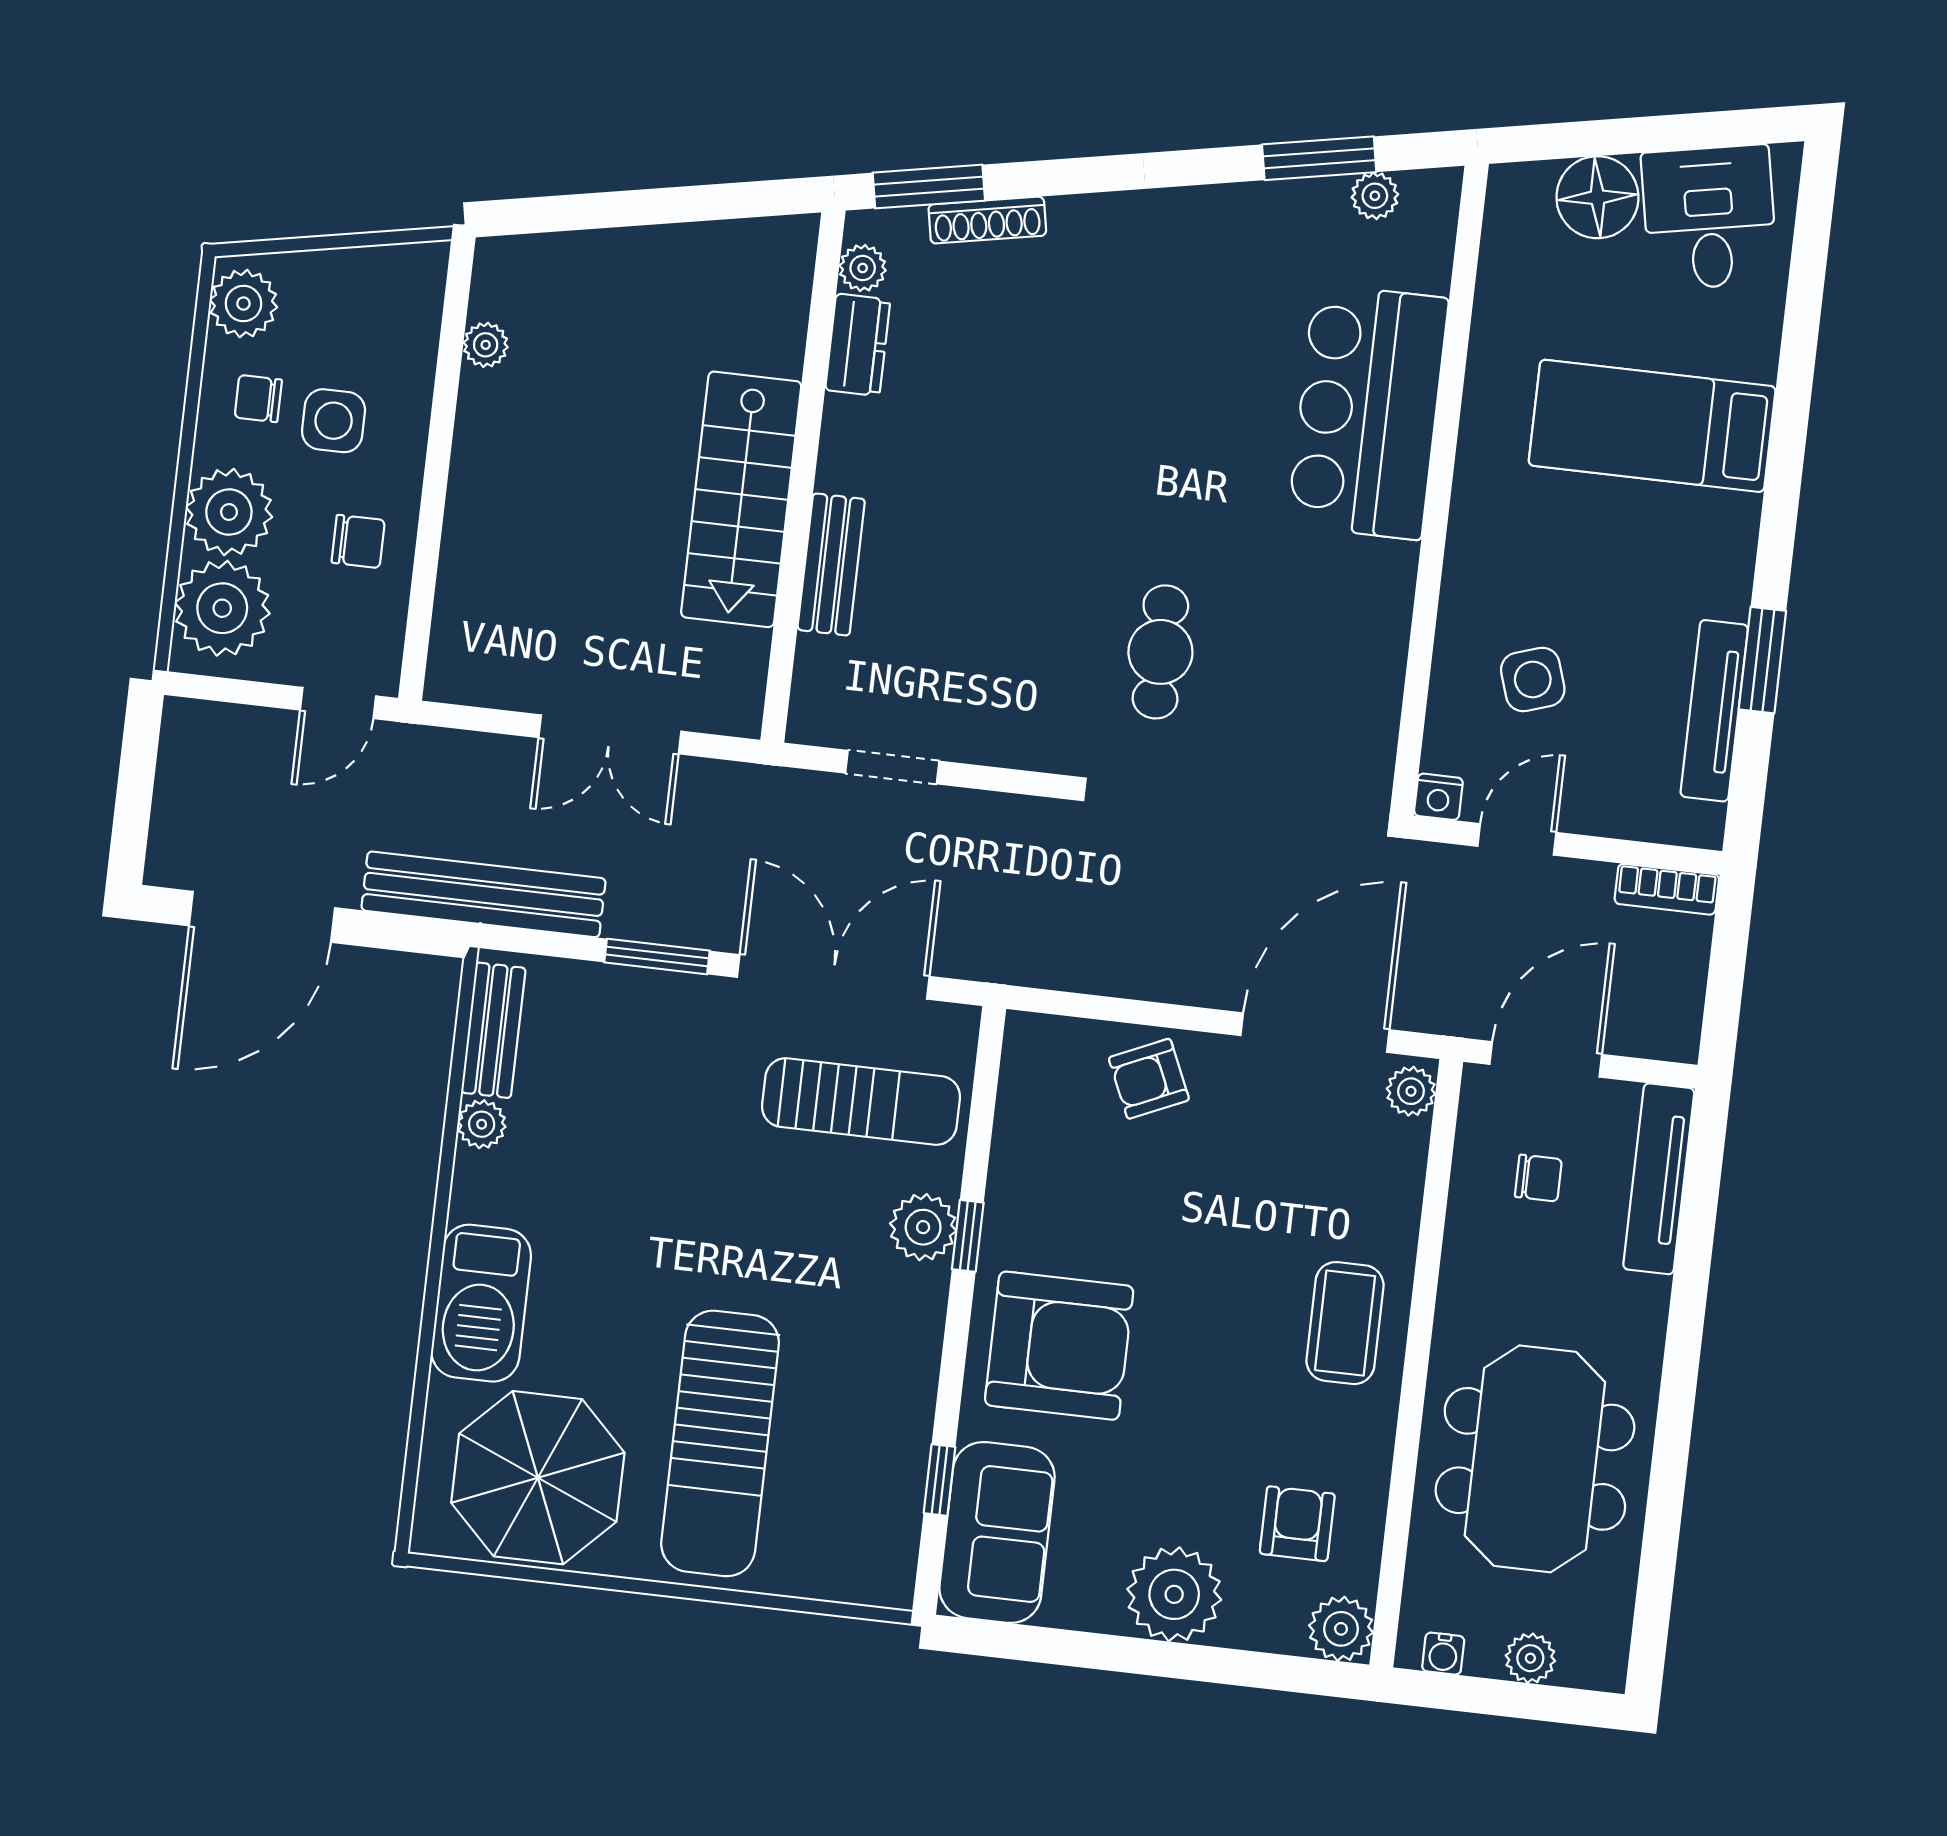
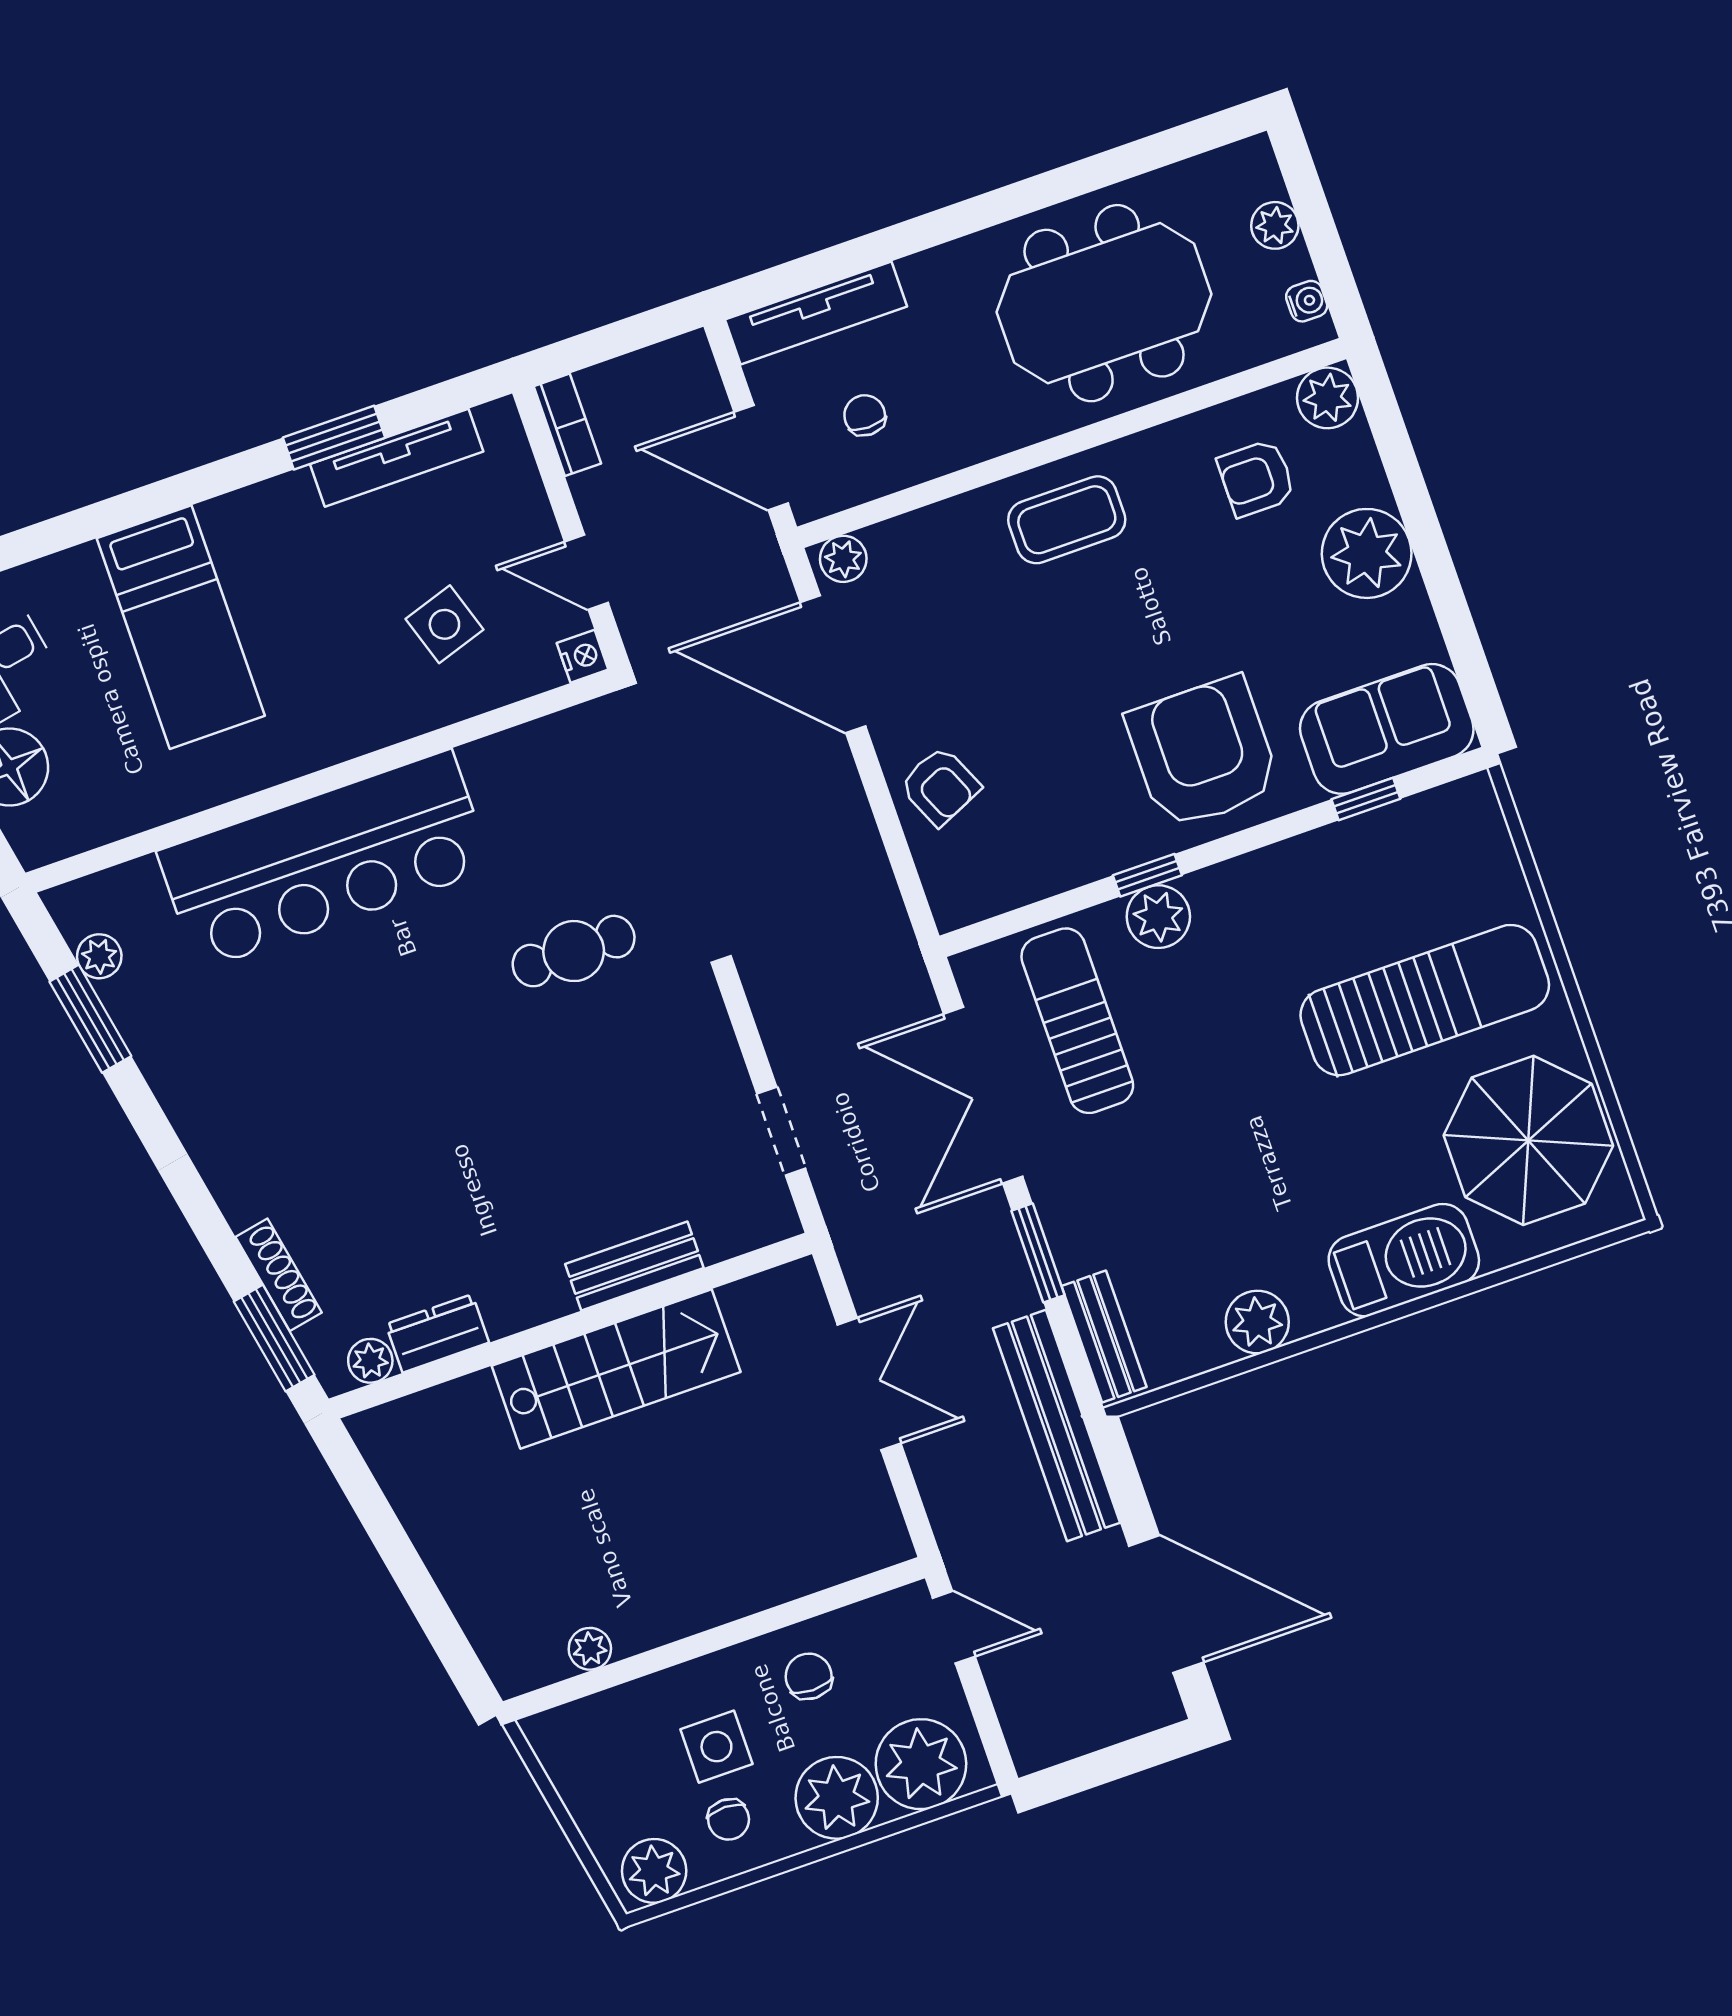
bar counter: (1368, 412) -> (325, 860), width x1.36
bench: (493, 1030) -> (1104, 1337), moved, turned 90
plant: (482, 1124) -> (1257, 1322), width x1.38, depth x1.38

